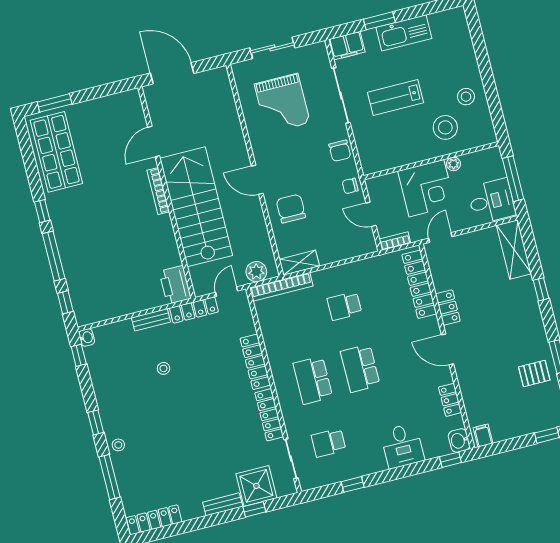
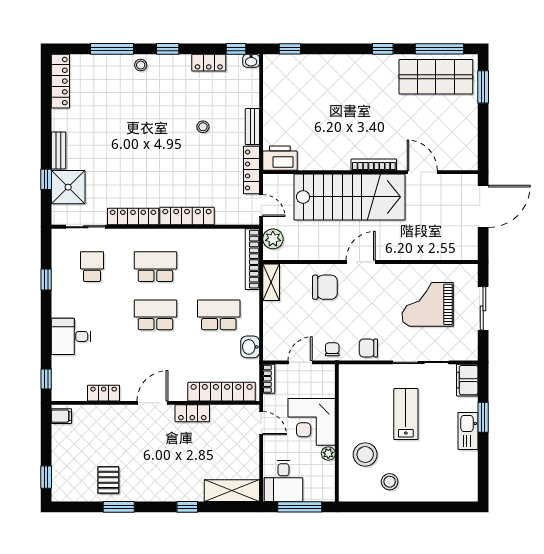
kitchen sink: (404, 33) -> (468, 431), width x0.73, depth x0.81
window: (54, 256) -> (439, 49), moved
school desk: (344, 306) -> (219, 315), width x1.85
locker: (99, 379) -> (209, 63), added
washbasin: (459, 441) -> (250, 347), moved, turned -90

